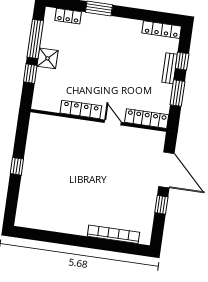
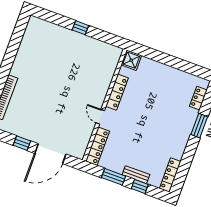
window: (35, 39) -> (185, 66), removed
shower: (48, 58) -> (131, 60), moved
window: (30, 74) -> (156, 56), removed
door: (113, 122) -> (100, 117), swing flipped

